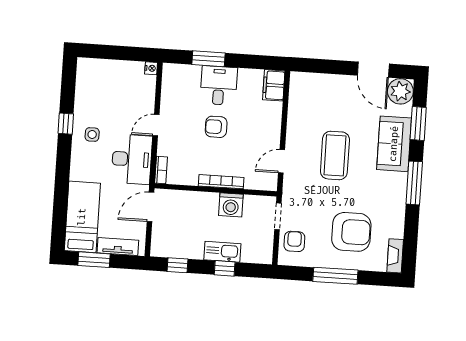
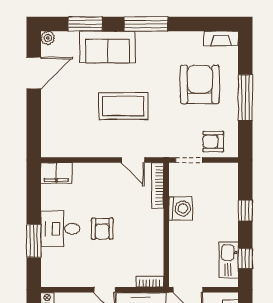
plant: (400, 91) -> (48, 38), width x0.53, depth x0.53
bookcase: (221, 182) -> (158, 186), moved
kitchen sink: (222, 252) -> (229, 260), moved

